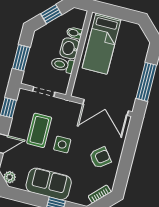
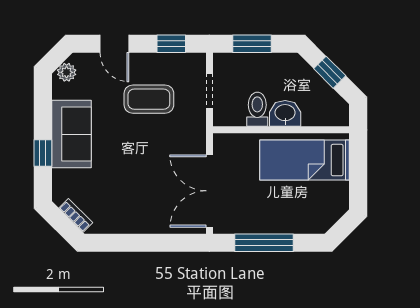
bidet: (74, 33) -> (310, 115), removed
side table: (62, 144) -> (136, 139), removed
armchair: (100, 158) -> (131, 202), removed

